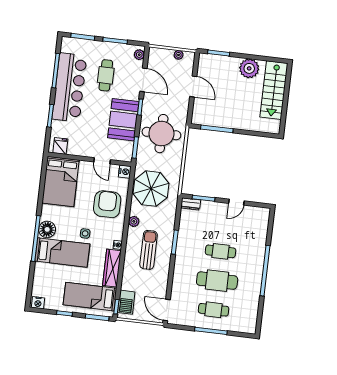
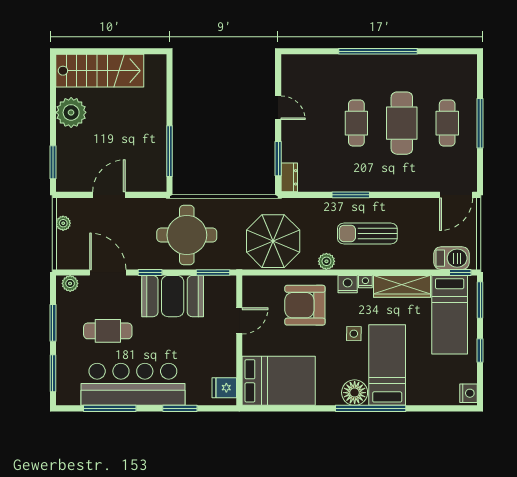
door: (143, 80) -> (108, 272), hinge flipped
nightstand: (125, 172) -> (348, 284), moved

